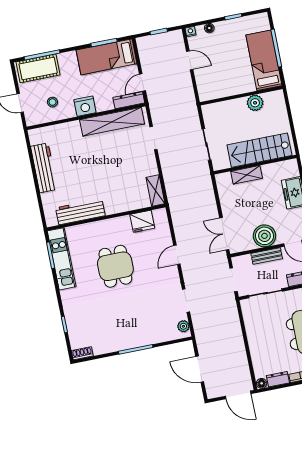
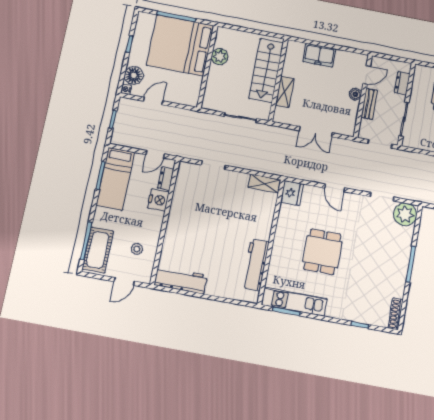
floor lamp: (209, 28) -> (134, 75), width x1.89, depth x1.89
bed: (264, 60) -> (180, 45), width x2.04
door: (142, 82) -> (155, 154), hinge flipped
dresser: (129, 100) -> (166, 179), width x0.70
nightstand: (85, 106) -> (158, 200), moved
shelving: (112, 122) -> (181, 199), removed
workbench: (44, 168) -> (181, 280), moved
fridge: (142, 221) -> (292, 193), moved
double door: (224, 234) -> (316, 132), moved
boiler: (264, 236) -> (355, 94), width x0.54, depth x0.54
dining table: (115, 266) -> (322, 252), turned 90
plant: (183, 326) -> (405, 214), width x1.88, depth x1.88
shoe rack: (82, 353) -> (395, 314), width x1.43

